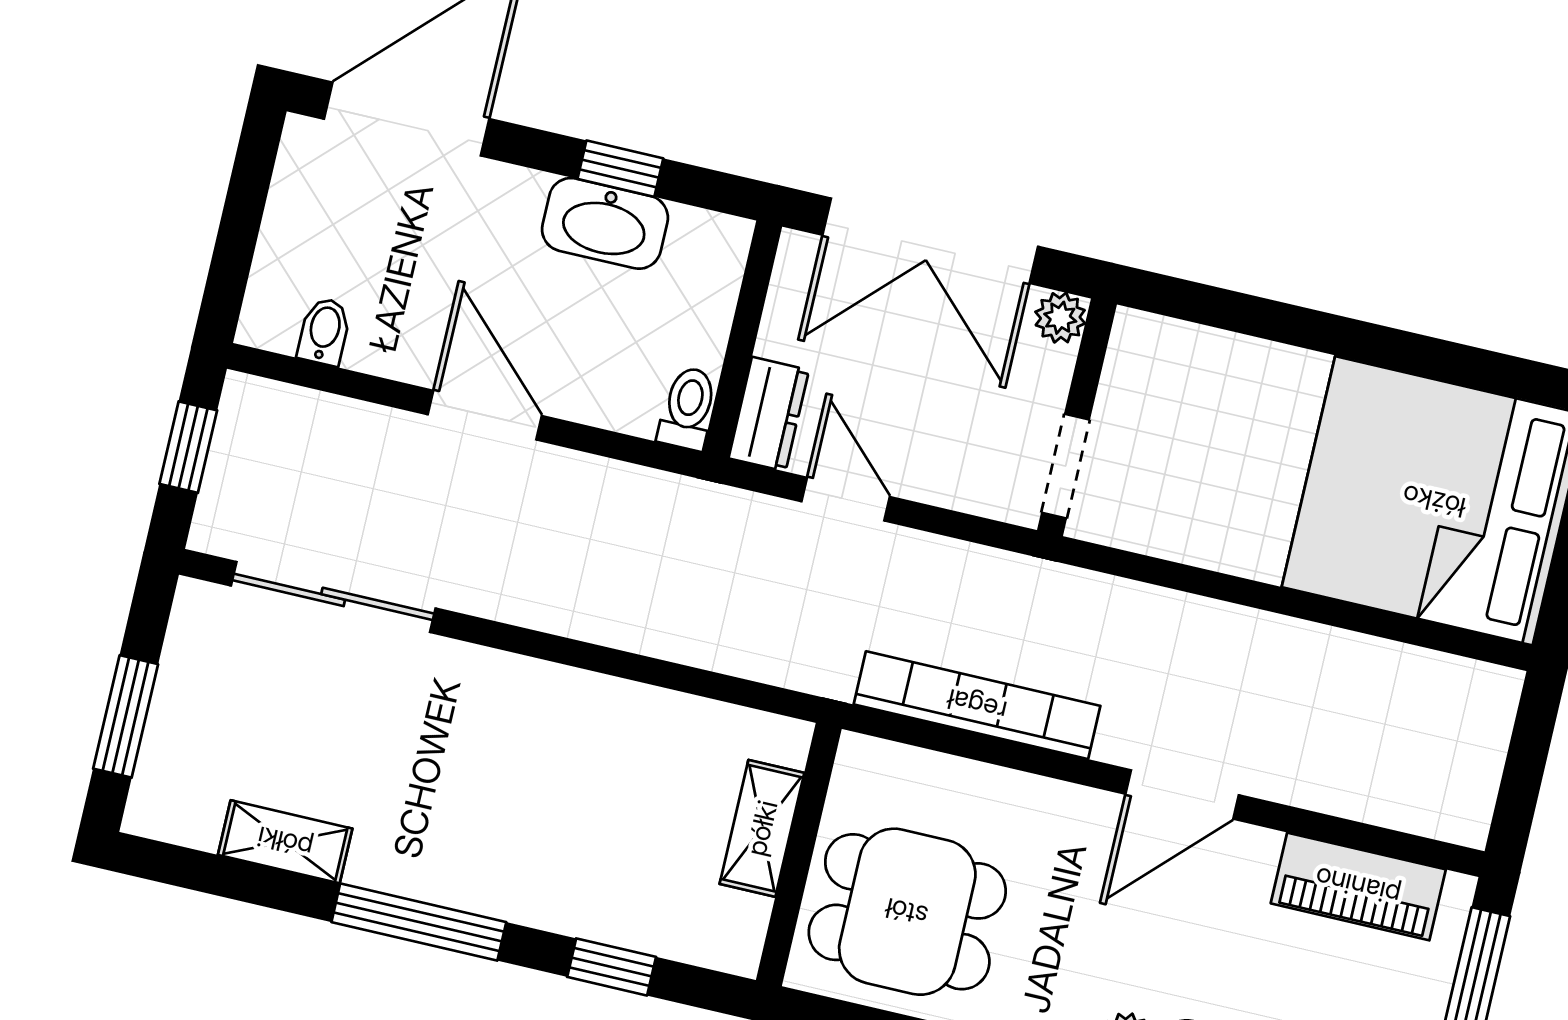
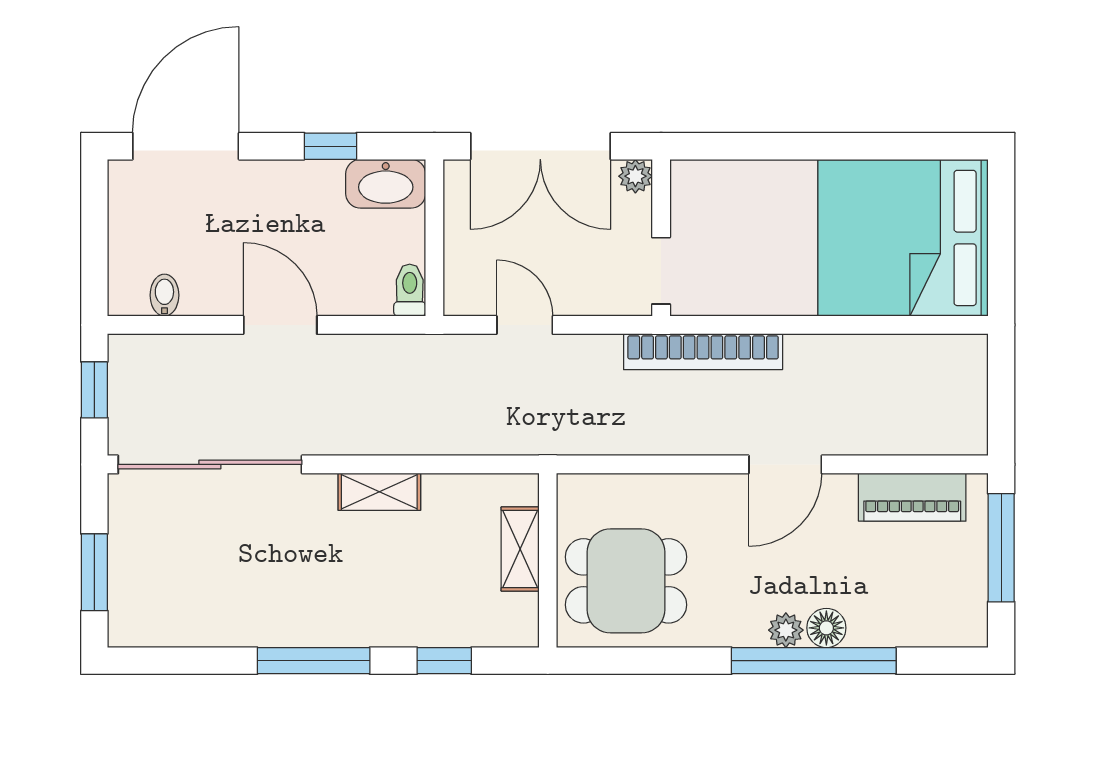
washbasin: (605, 223) -> (386, 184), moved
dresser: (769, 414) -> (462, 282), removed
sliding door: (333, 597) -> (210, 464), width x1.36
bookcase: (977, 705) -> (703, 352), moved, turned 180
shelving: (285, 842) -> (379, 492), moved

